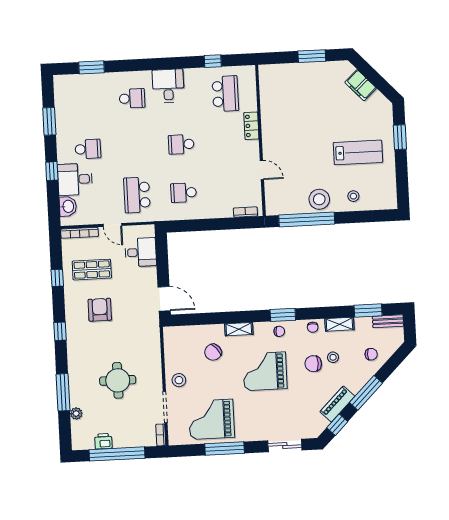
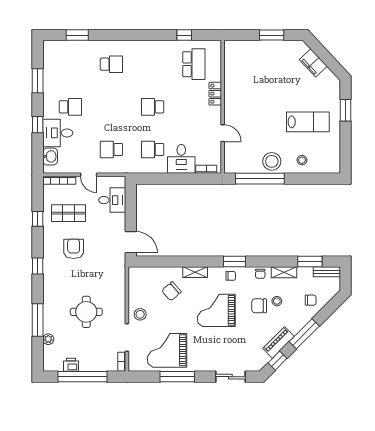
desk: (168, 86) -> (181, 159), moved, turned 180
school desk: (137, 195) -> (111, 149), width x0.54

